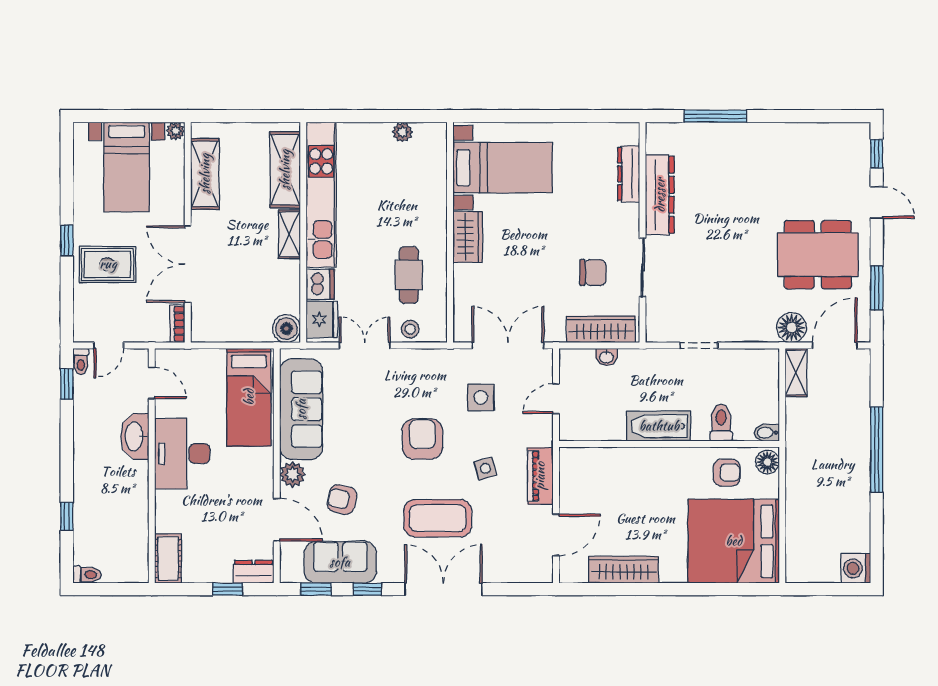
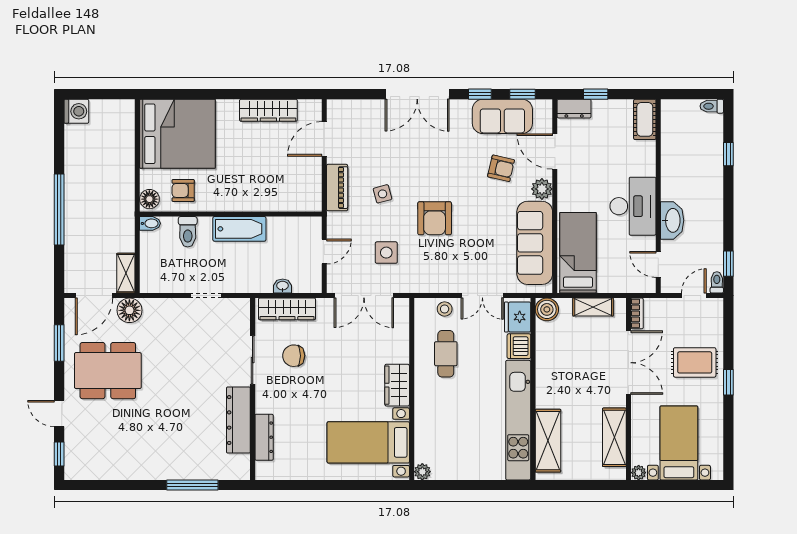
plant: (402, 132) -> (422, 472), moved
shelving: (289, 234) -> (593, 307), moved, turned 90
coffee table: (438, 518) -> (422, 153), removed

